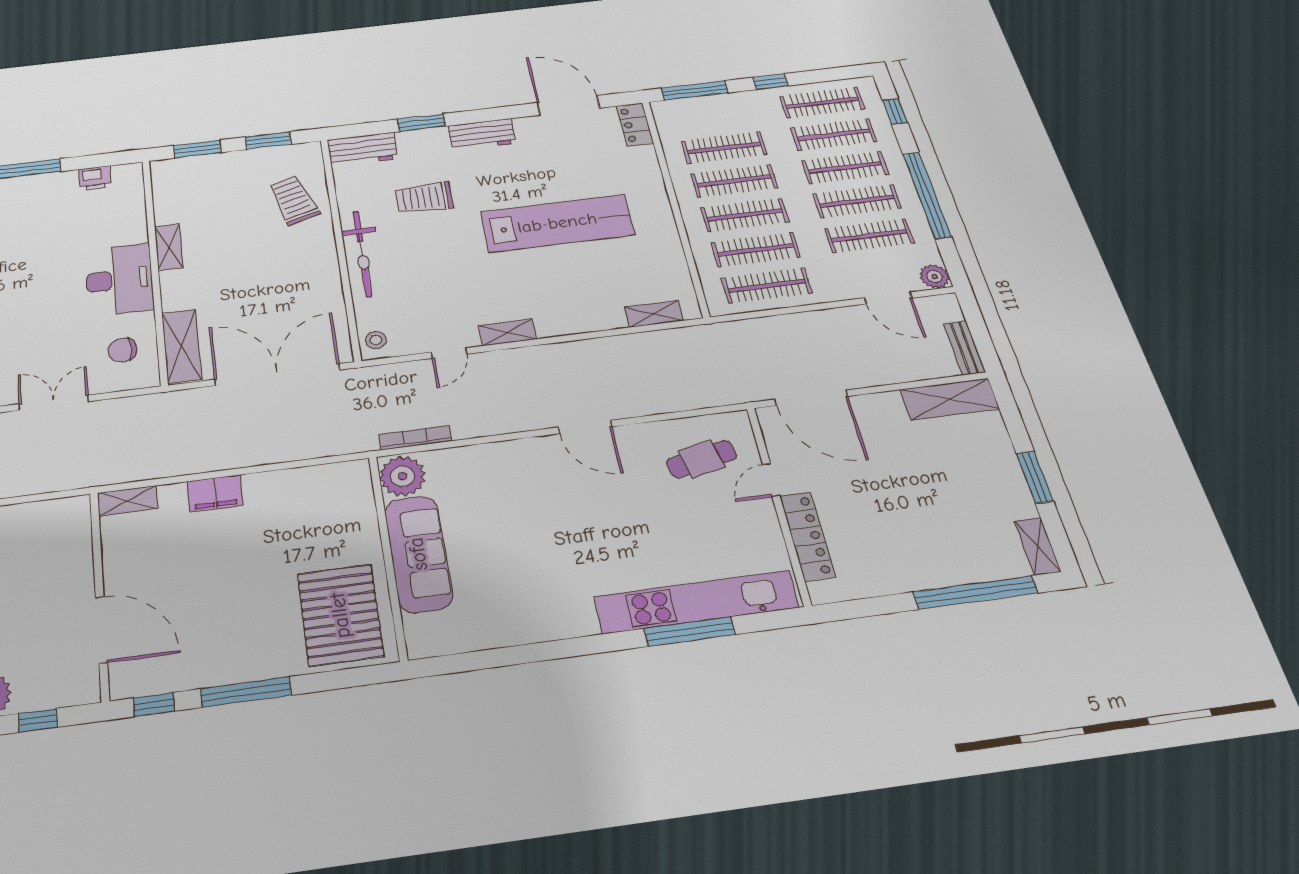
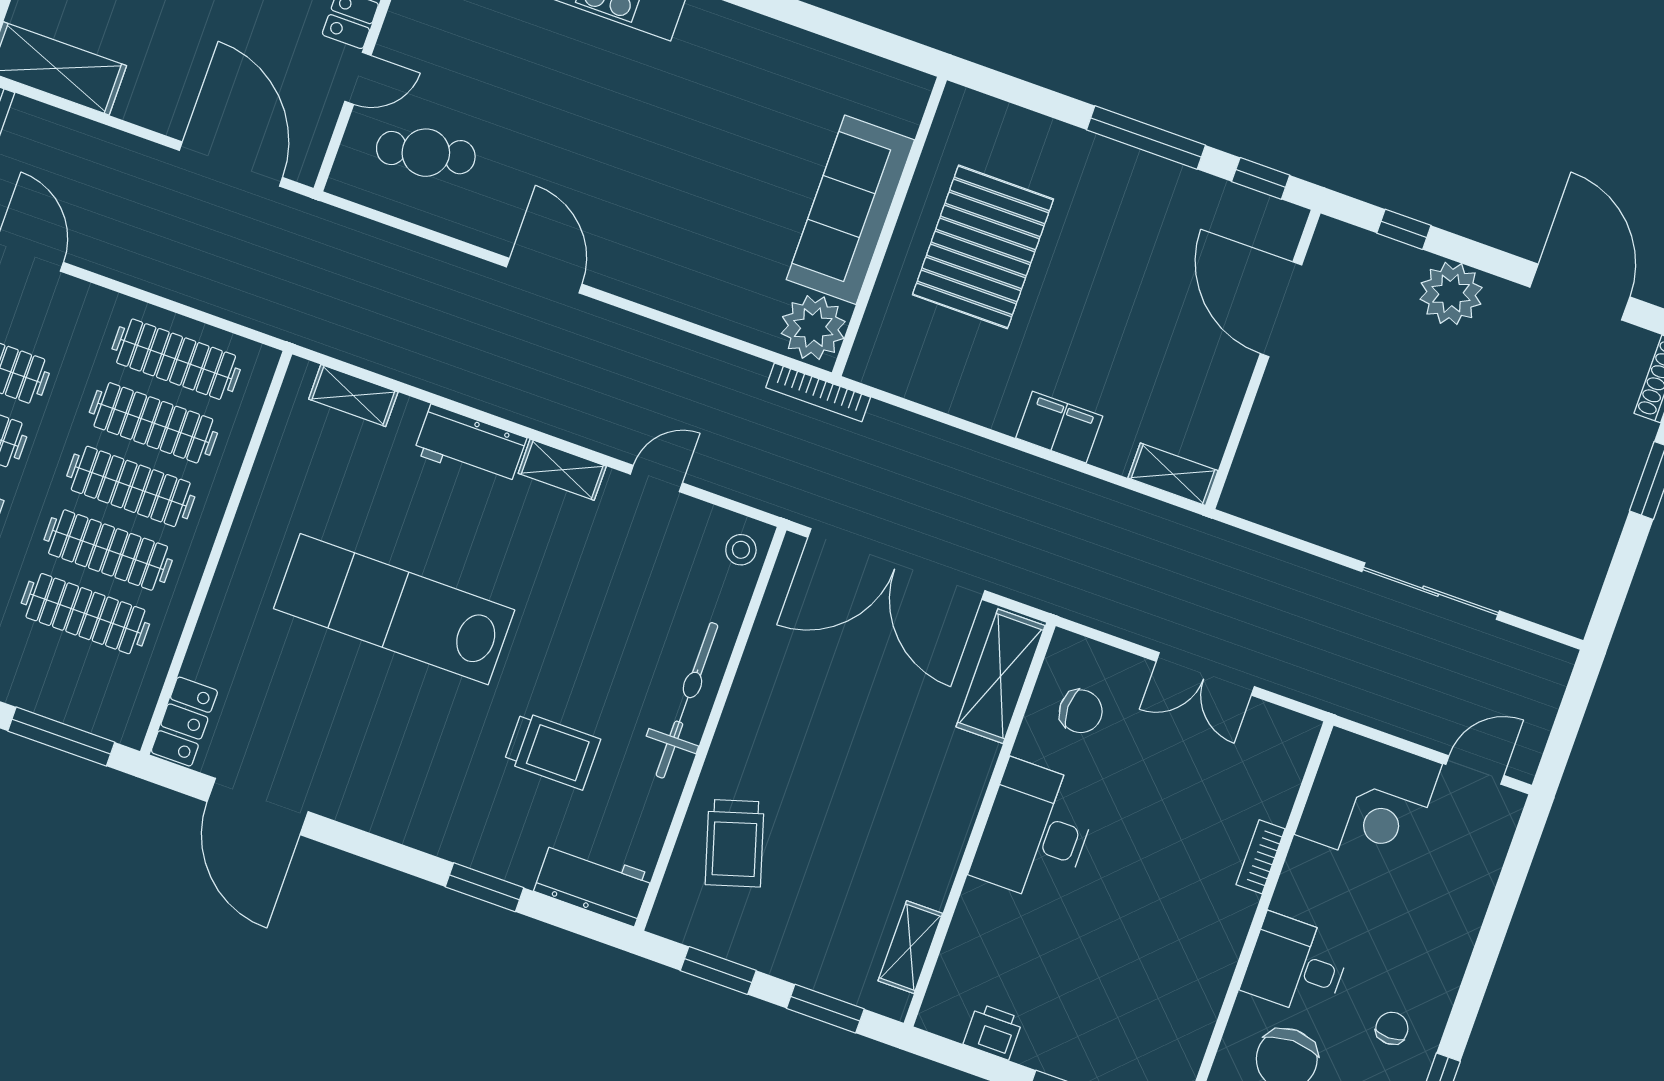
workbench: (482, 135) -> (470, 446), moved, turned 180
shelving: (169, 247) -> (910, 947), moved
bookcase: (415, 438) -> (818, 392), moved
pallet: (340, 615) -> (983, 247), moved

